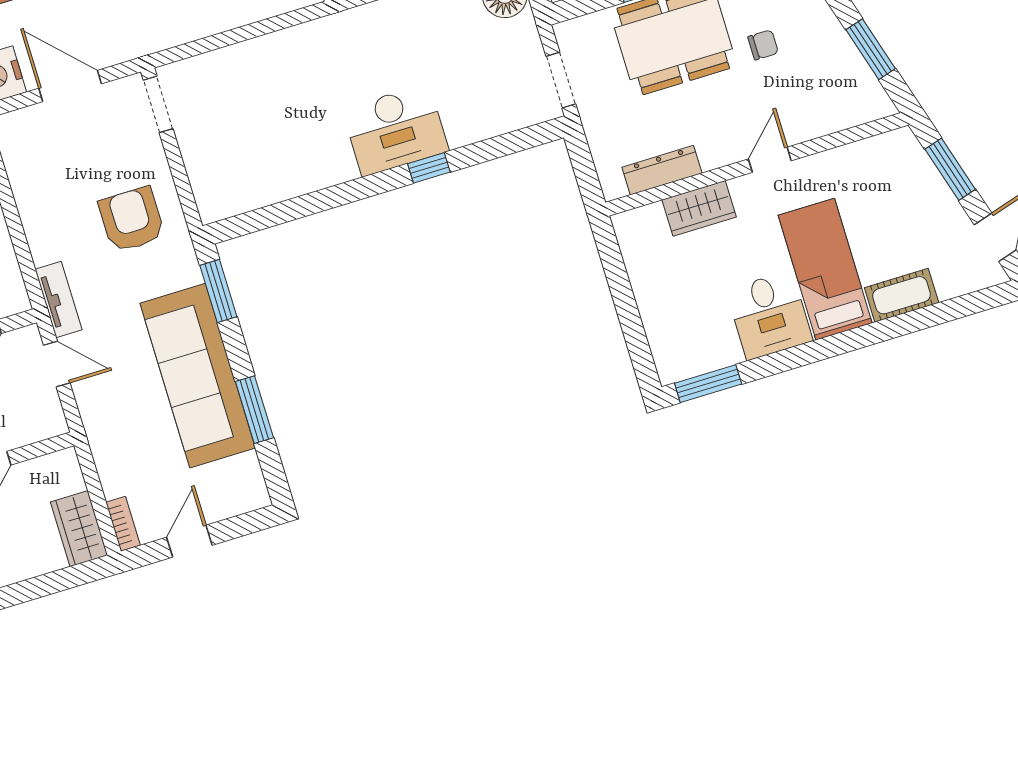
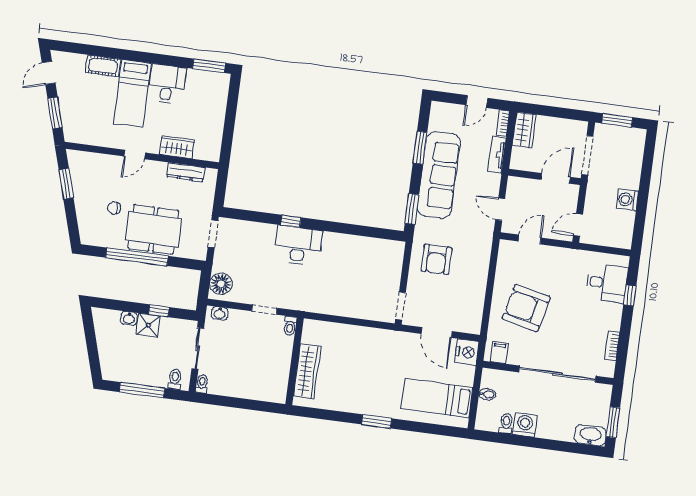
tv unit: (59, 300) -> (497, 155), moved

